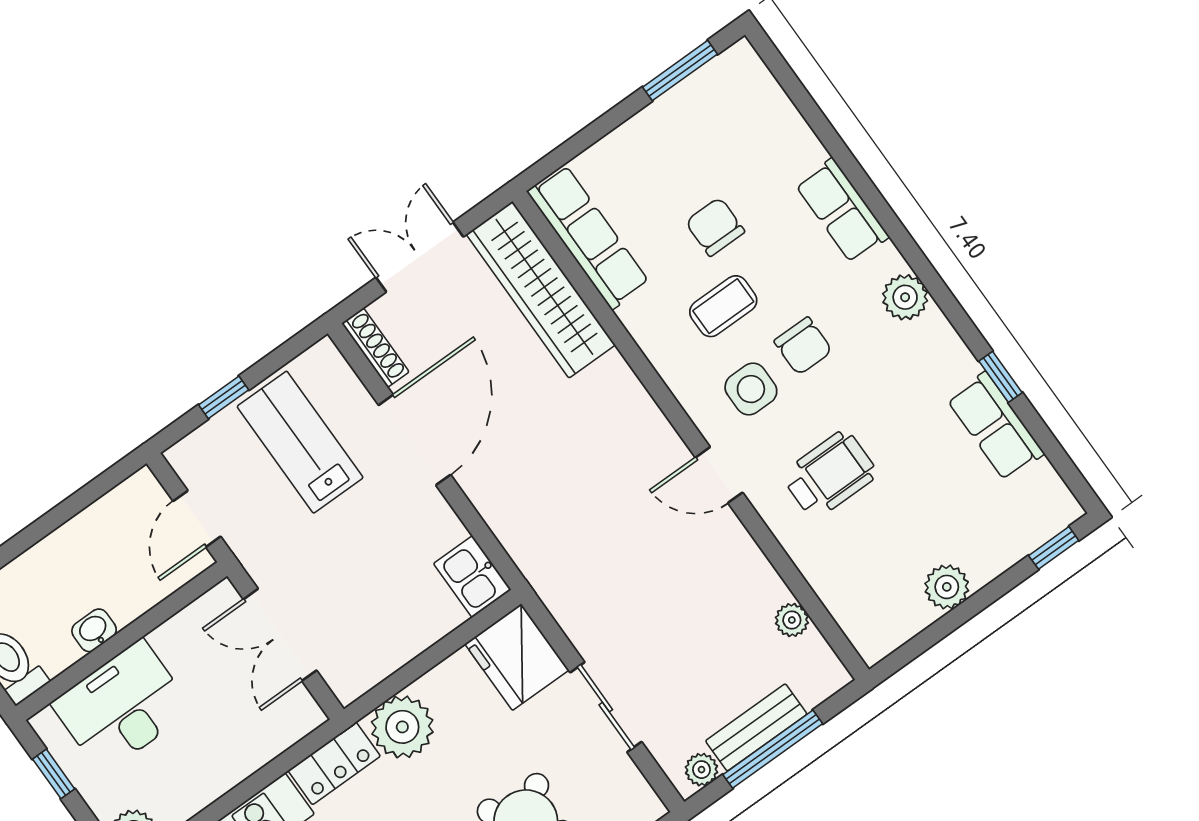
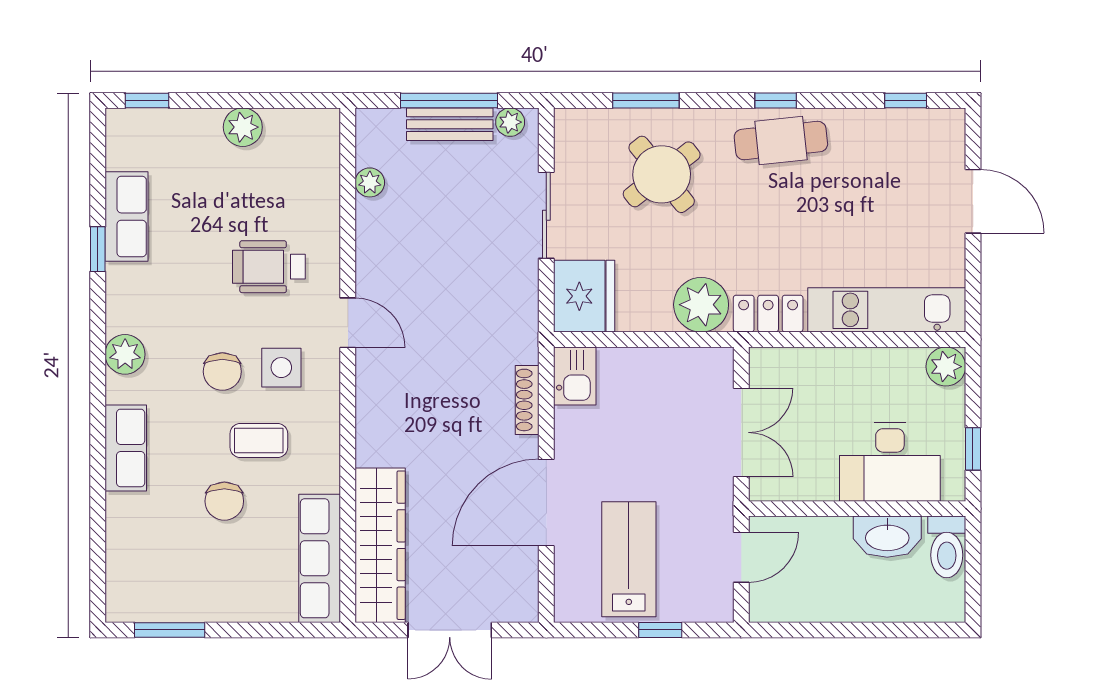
chair: (803, 346) -> (222, 372), turned 180
shoe rack: (375, 348) -> (527, 400), moved
lab bench: (300, 442) -> (629, 559), turned 180
washbasin: (94, 630) -> (887, 537), width x1.91, depth x1.45

